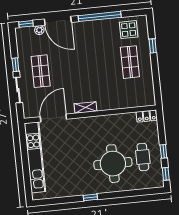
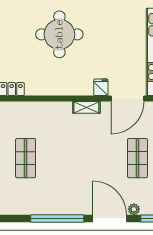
display table: (129, 30) -> (23, 199), removed
fridge: (76, 125) -> (101, 87), added
cafe table: (143, 157) -> (21, 39), removed

